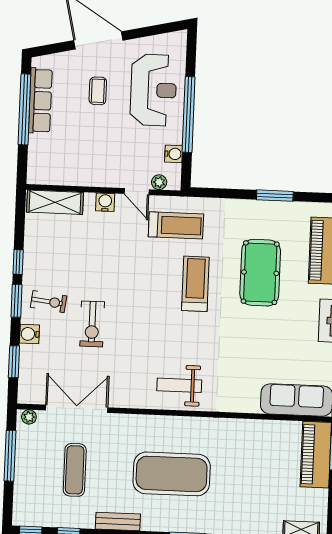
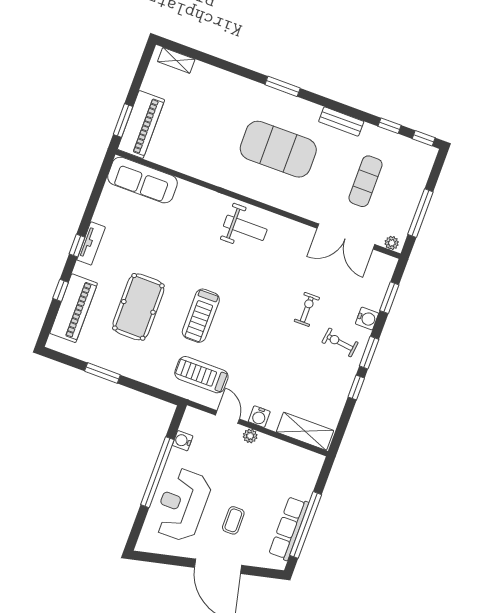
plant: (159, 182) -> (250, 436), moved
exercise bike: (92, 324) -> (307, 309), width x0.73, depth x0.72

